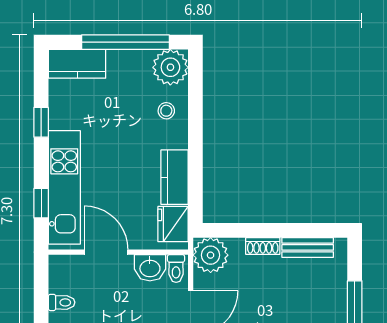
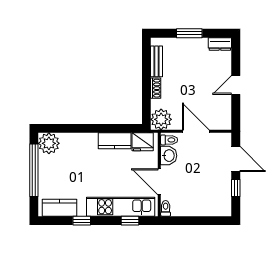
kitchen counter: (77, 64) -> (60, 208), moved, turned -90
stool: (166, 111) -> (75, 146), removed
door: (106, 252) -> (159, 182), hinge flipped
toilet: (62, 302) -> (166, 208), moved

